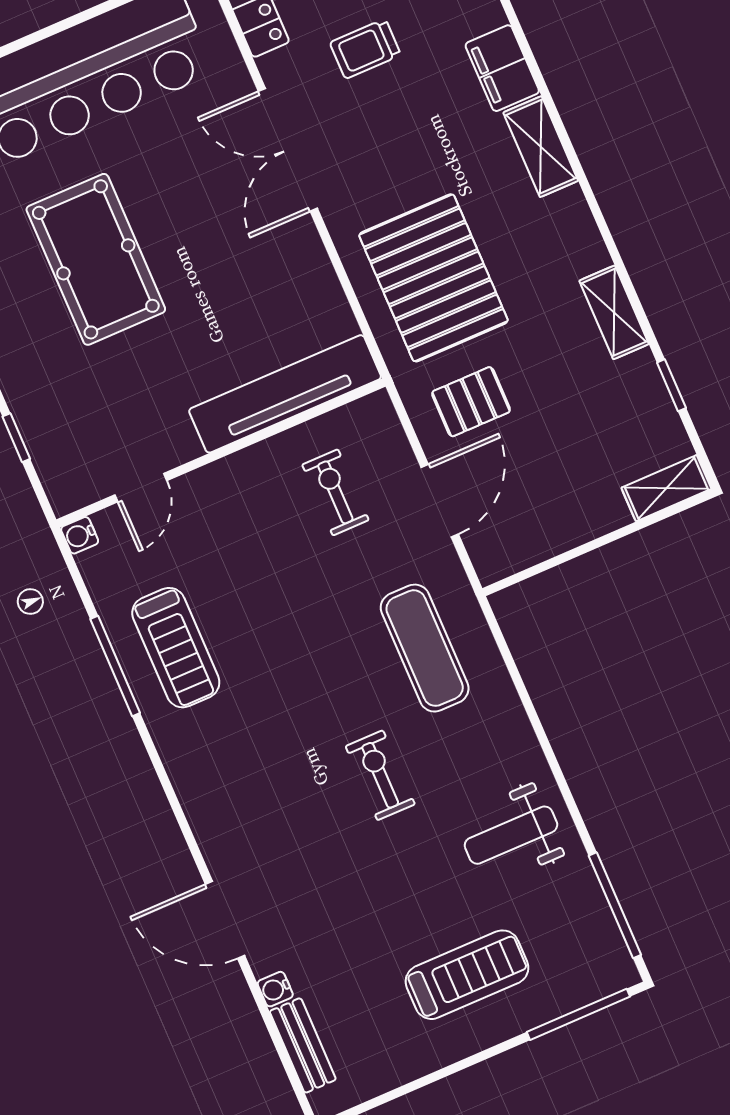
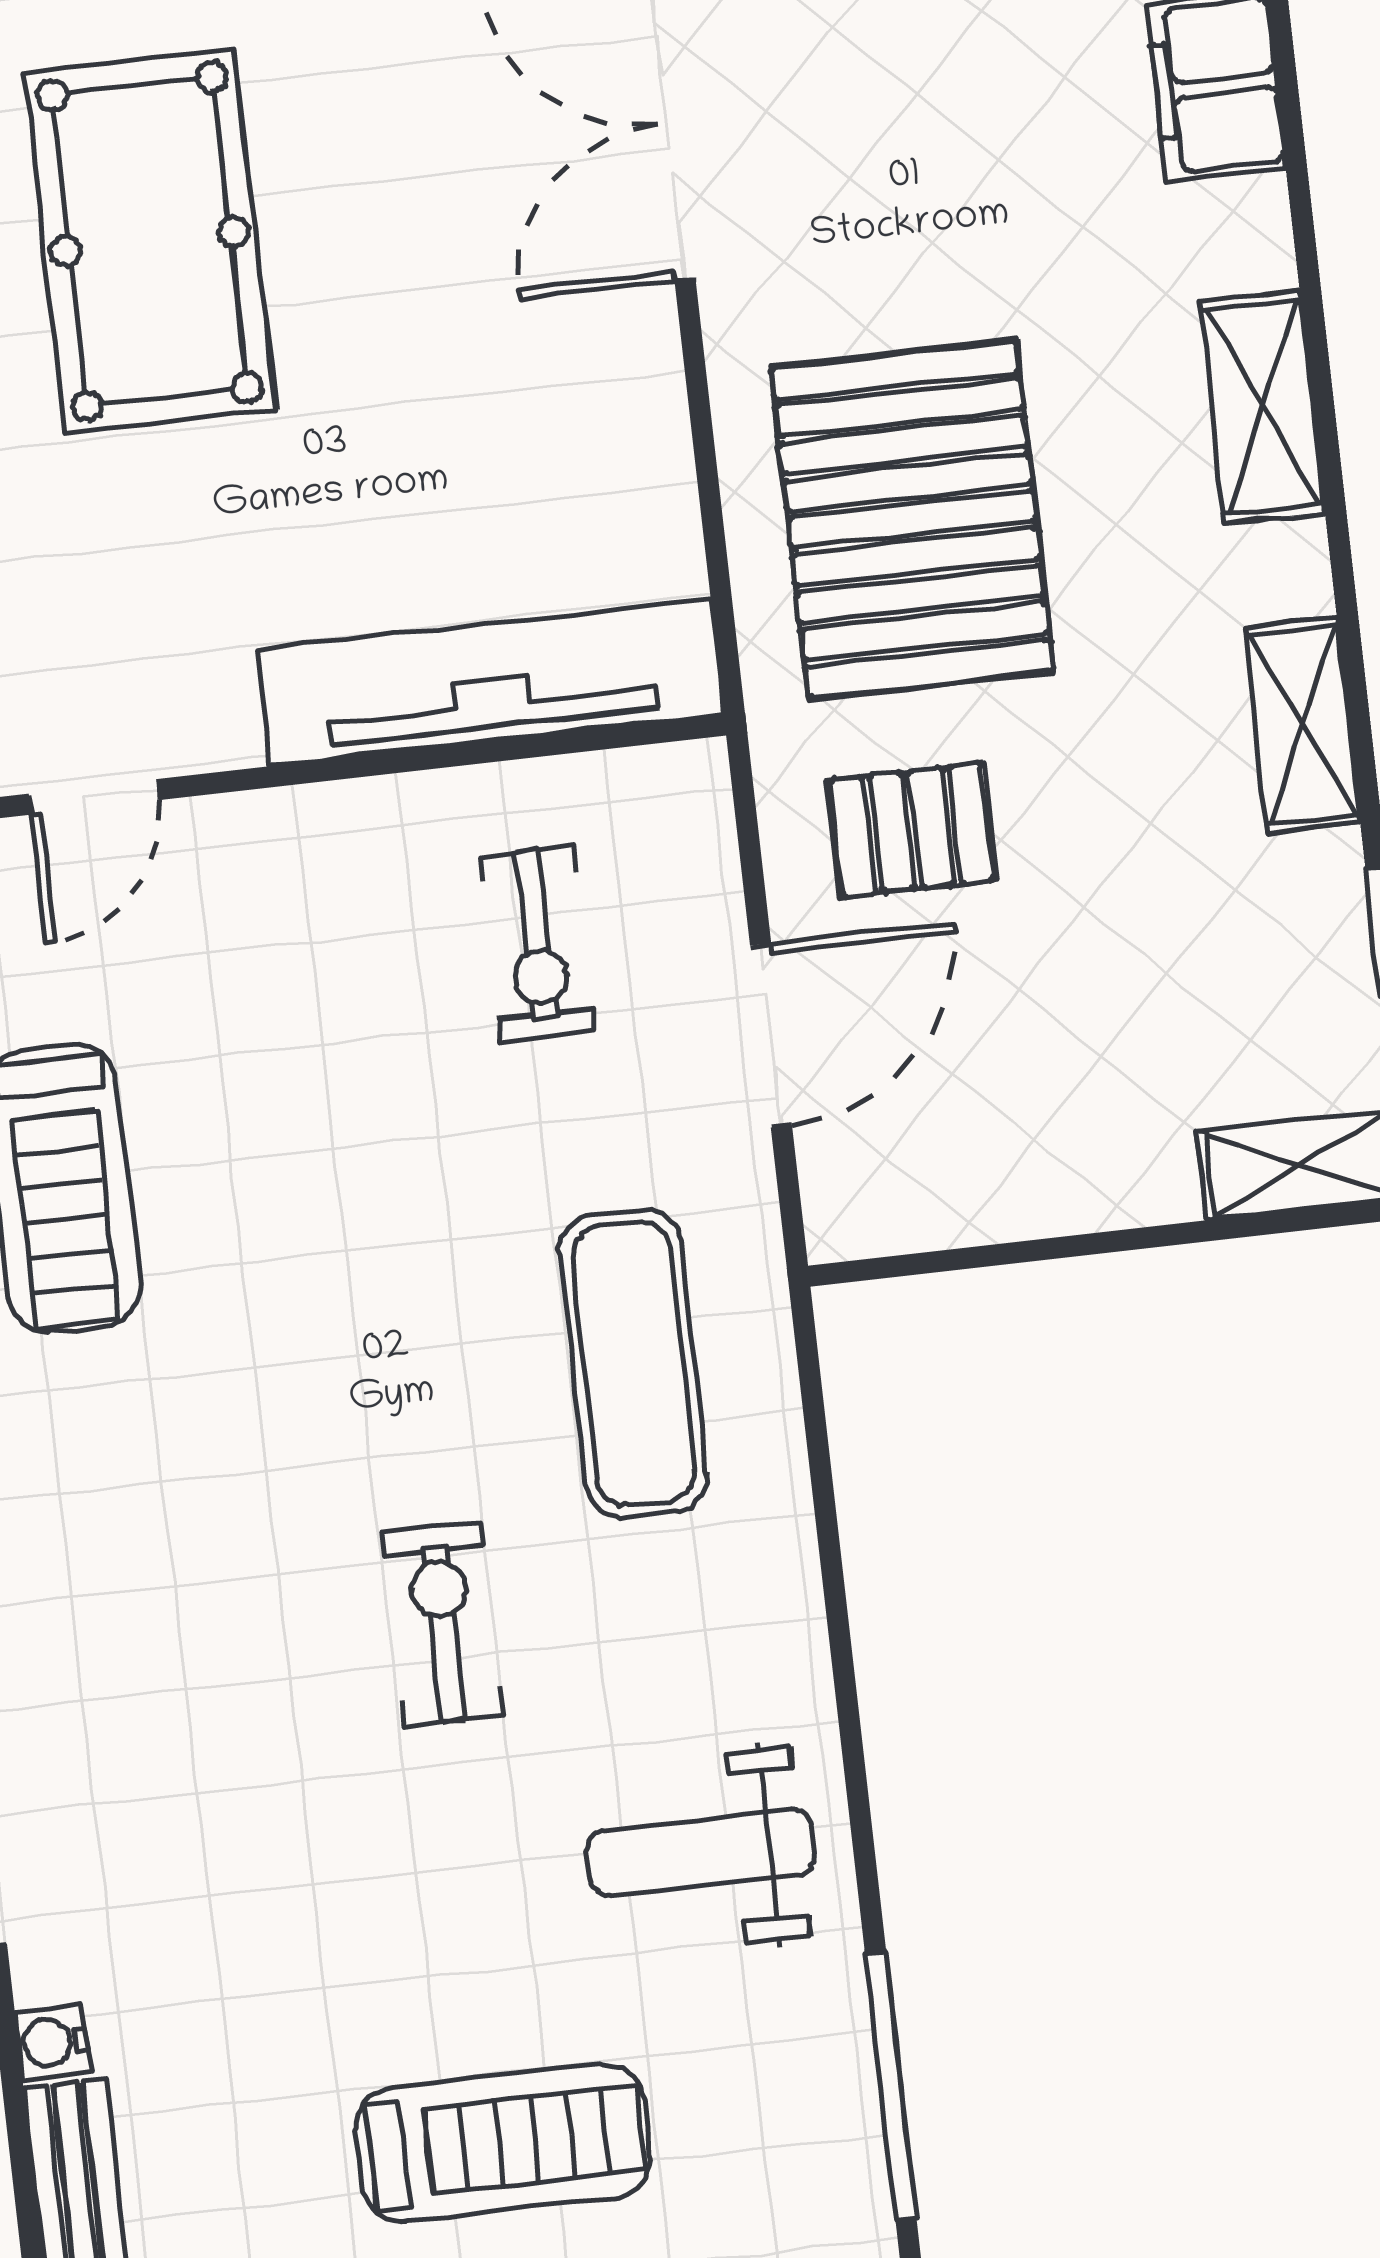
shelving: (541, 147) -> (1263, 407), moved
exercise bike: (335, 492) -> (537, 943), turned 180

